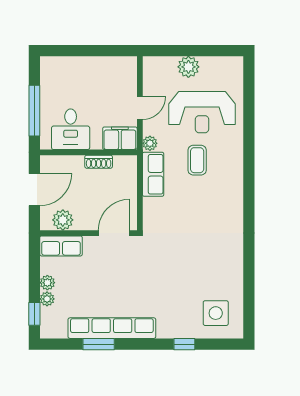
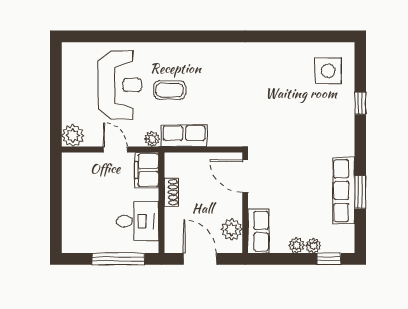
plant: (188, 67) -> (73, 135), moved
row of seats: (112, 328) -> (344, 191), width x0.73

